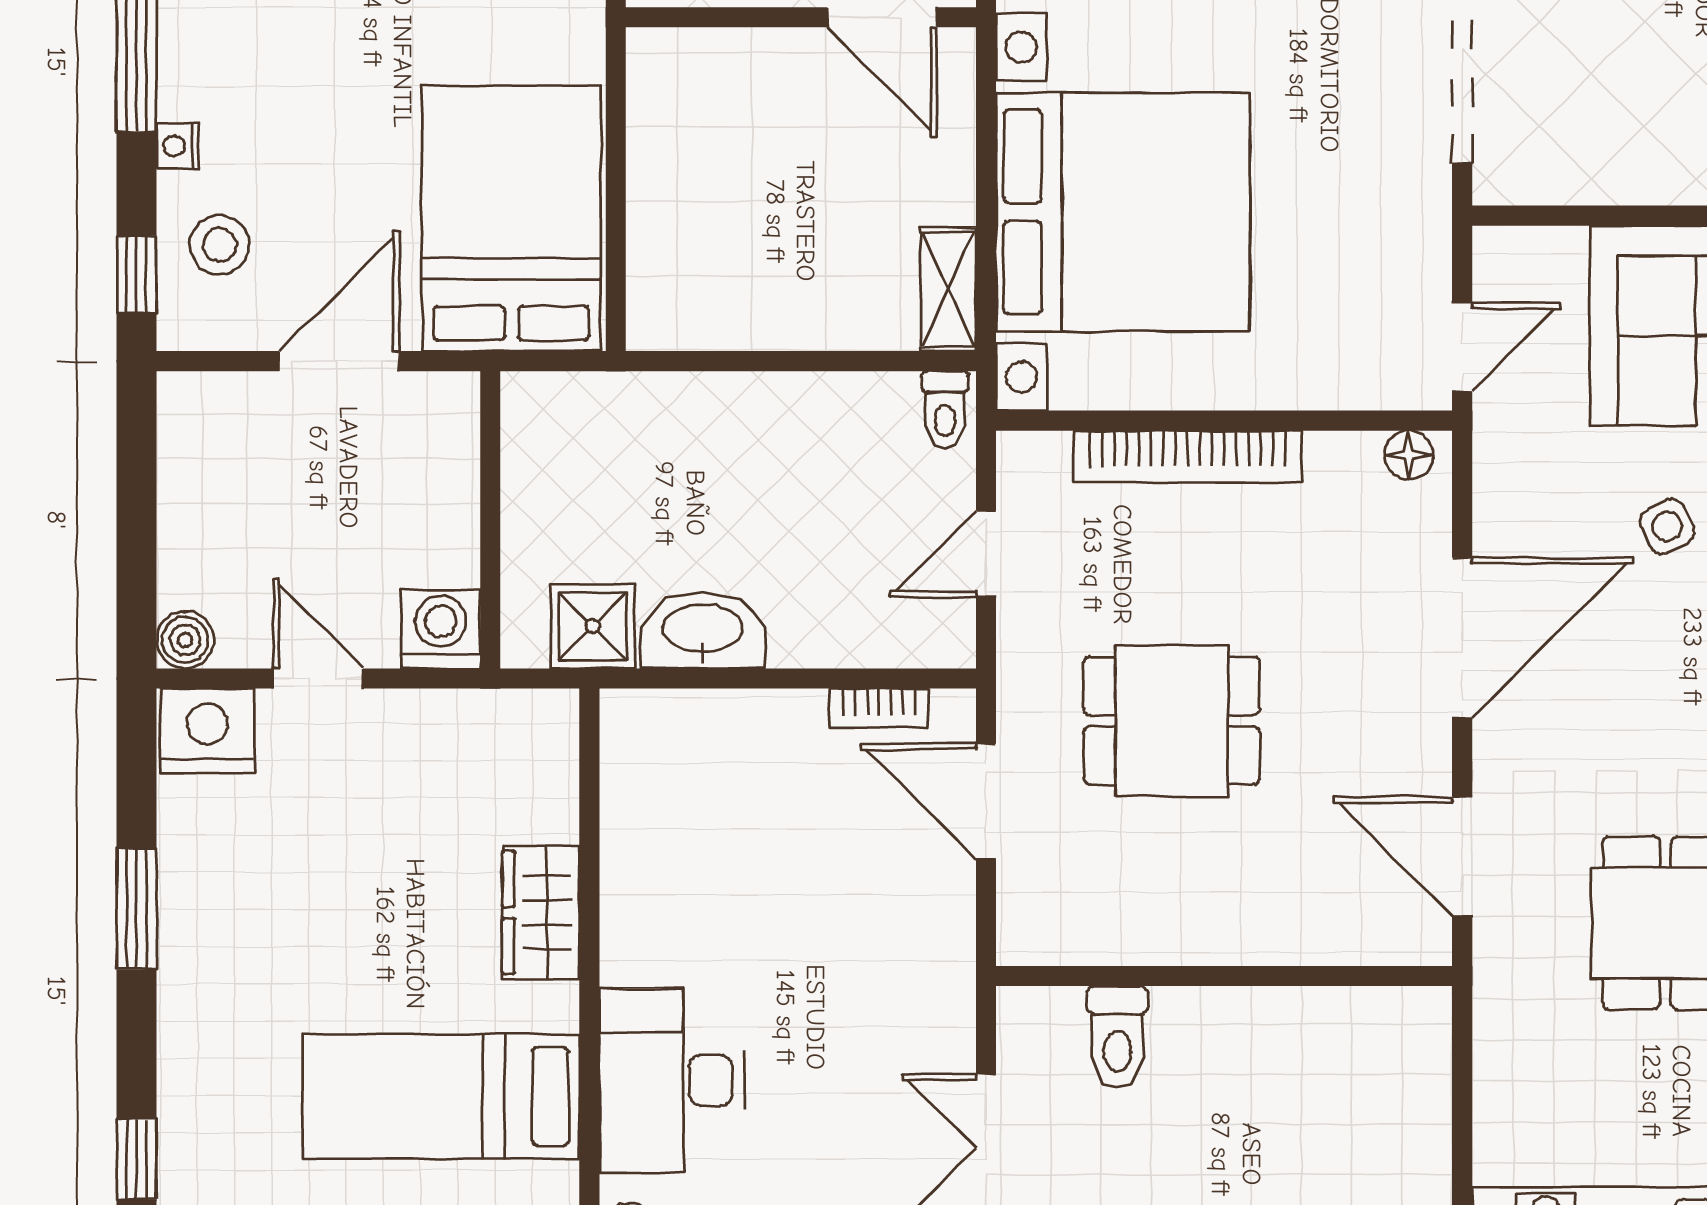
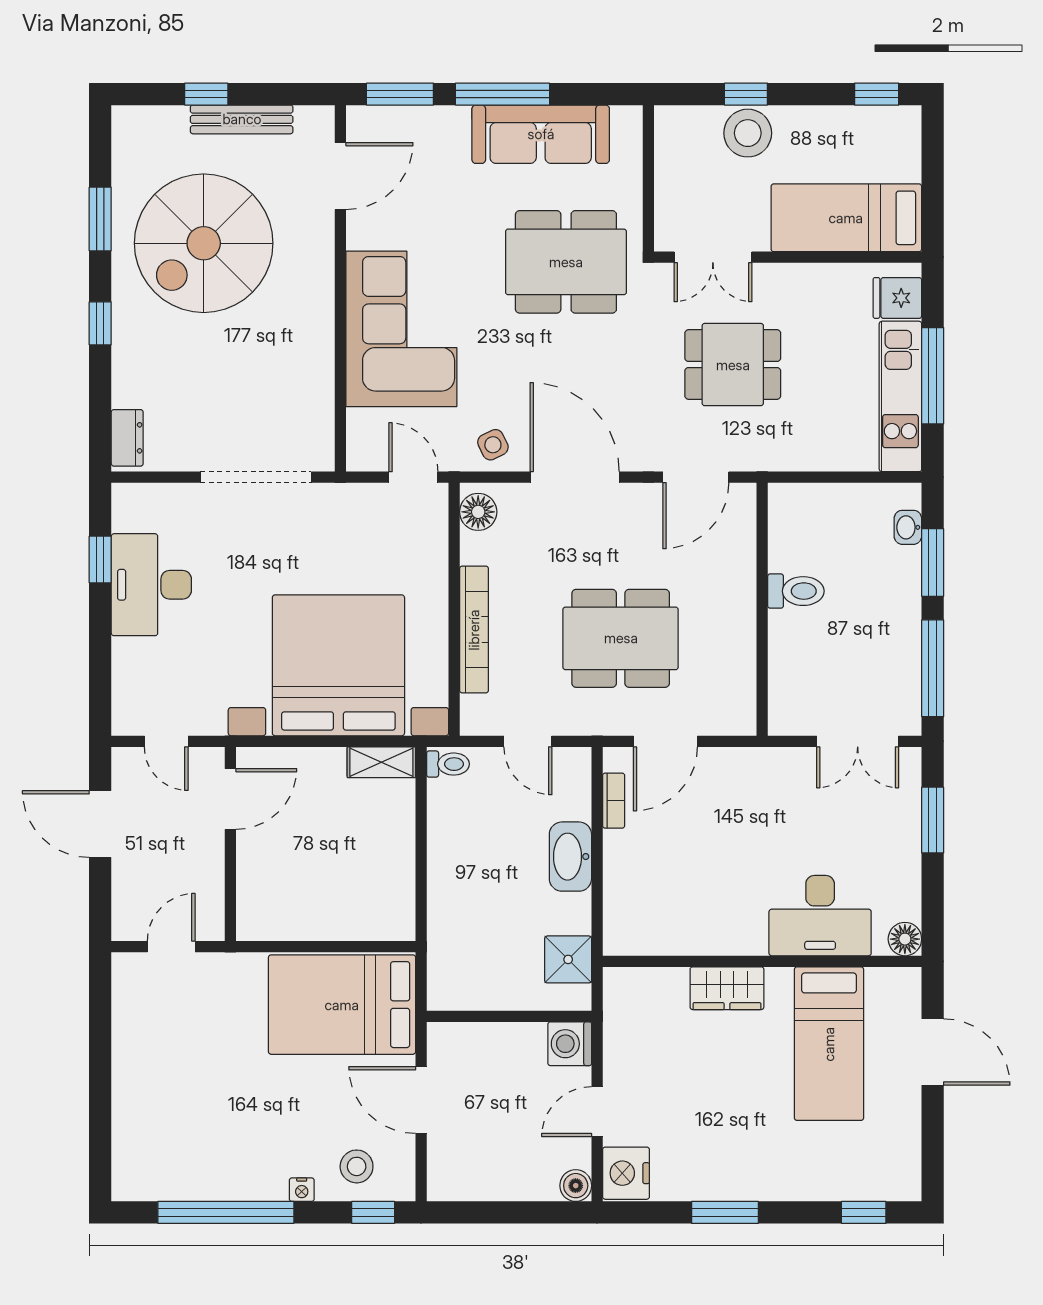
floor lamp: (1409, 455) -> (478, 512), width x1.37, depth x1.37
side table: (1667, 526) -> (493, 445), moved
washbasin: (703, 630) -> (570, 857), moved
dining table: (1172, 721) -> (621, 638), width x1.38
toilet: (1117, 1037) -> (796, 591), moved

